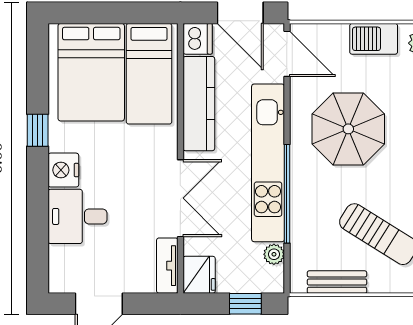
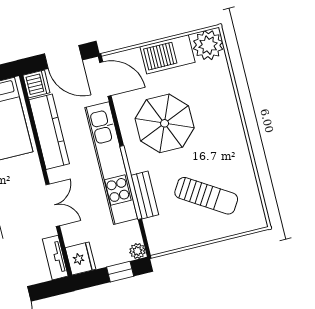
barbecue: (374, 39) -> (167, 54), width x1.37, depth x1.21
double door: (180, 198) -> (53, 205), width x0.73
plant: (274, 254) -> (137, 251), moved
bench: (337, 282) -> (145, 195), moved, turned 90

